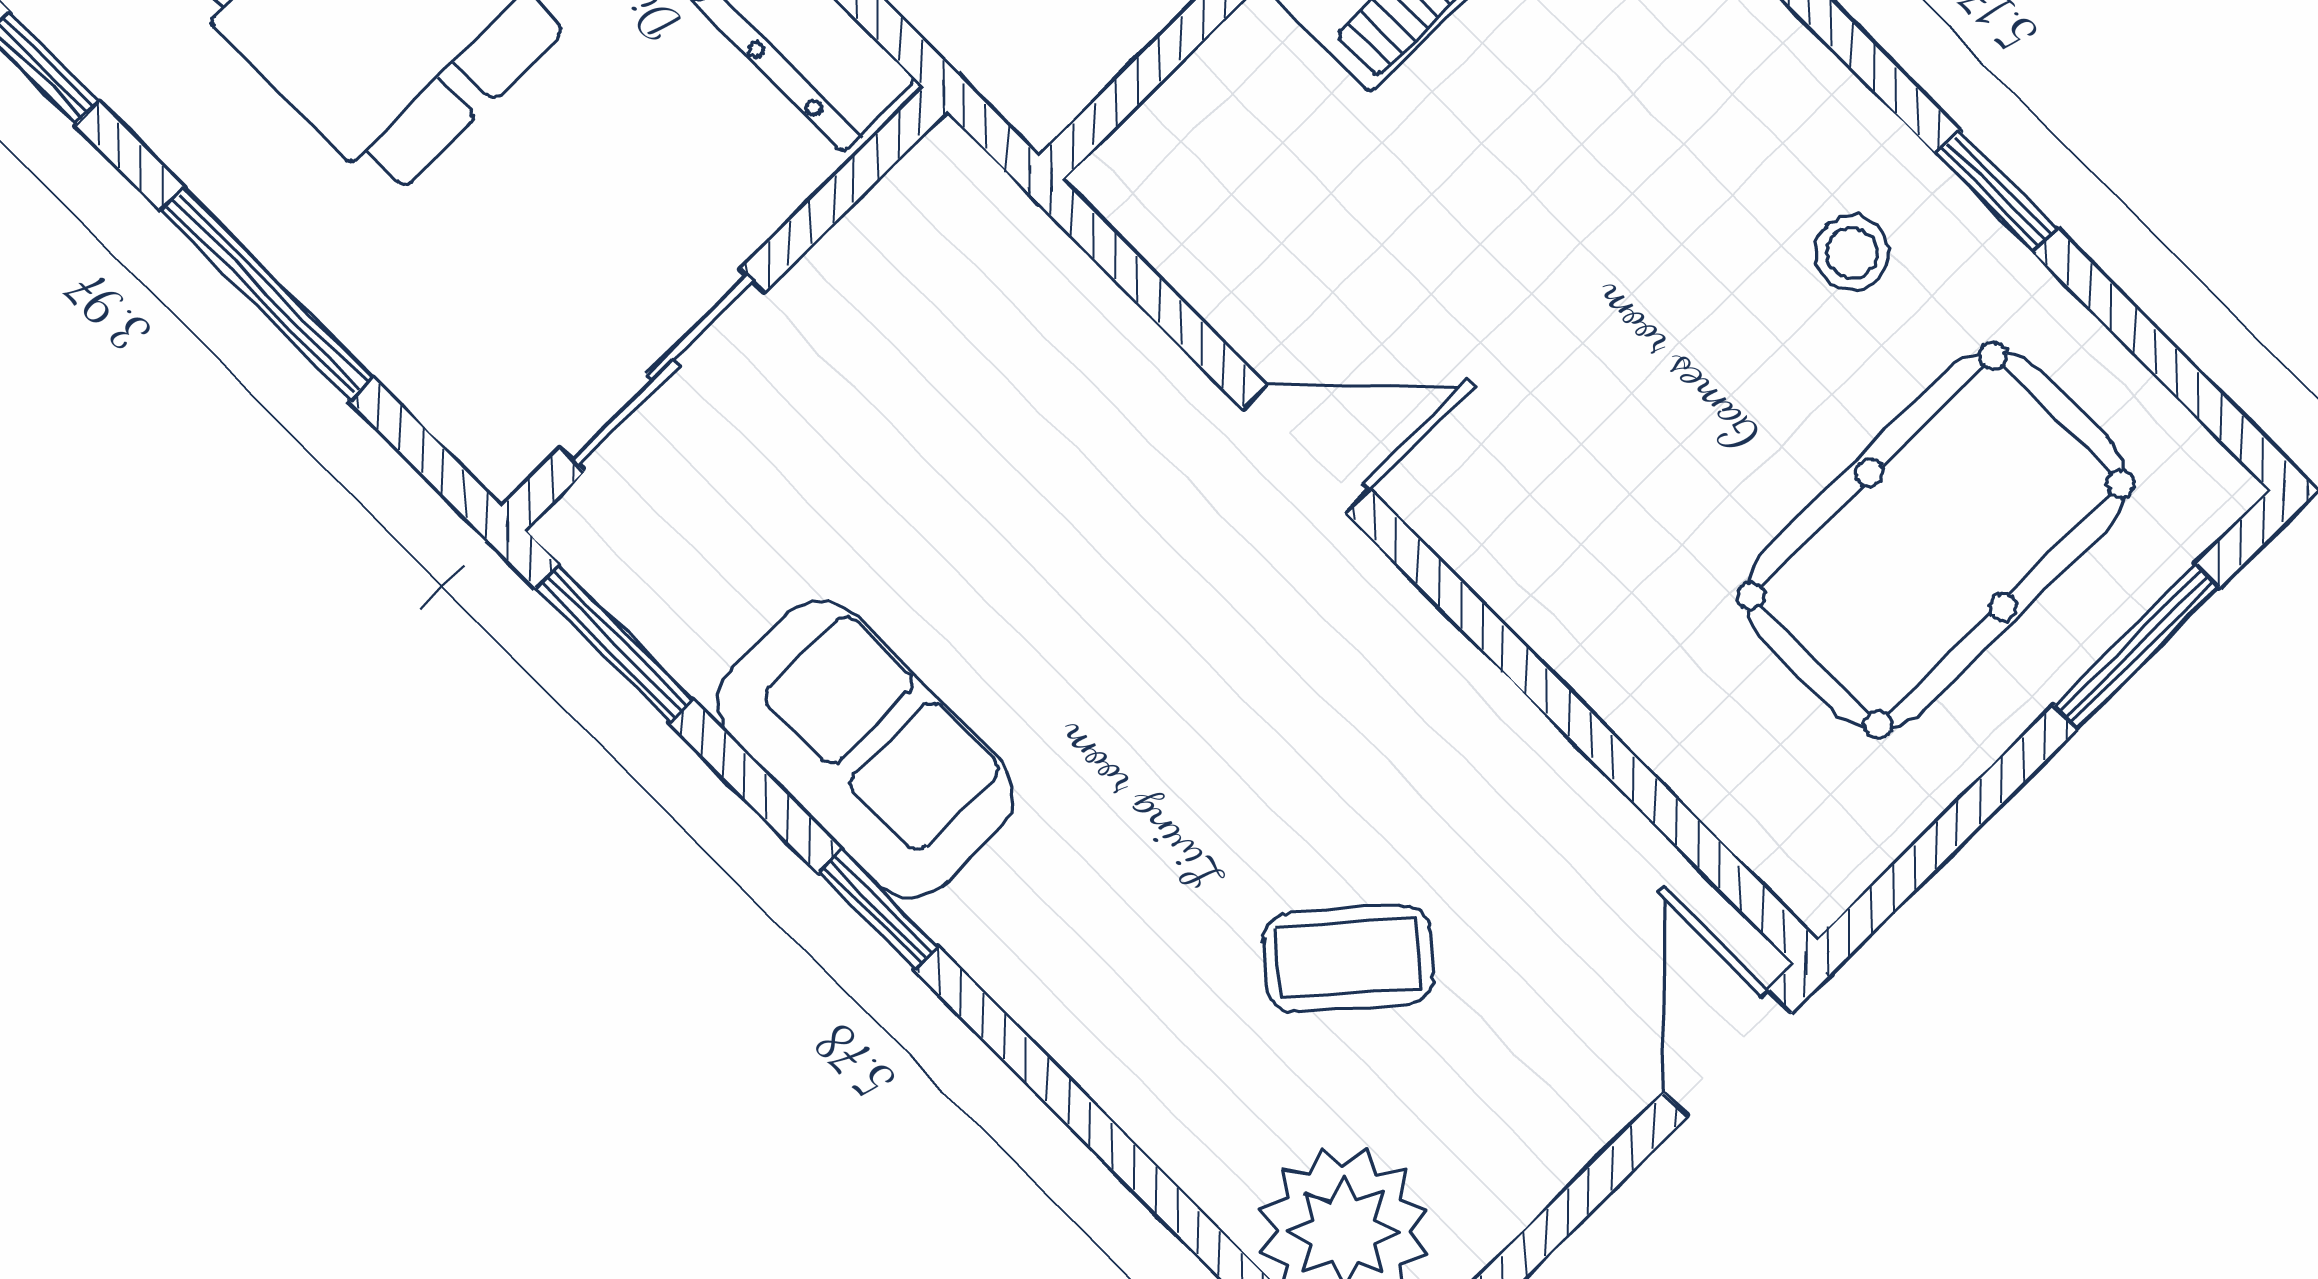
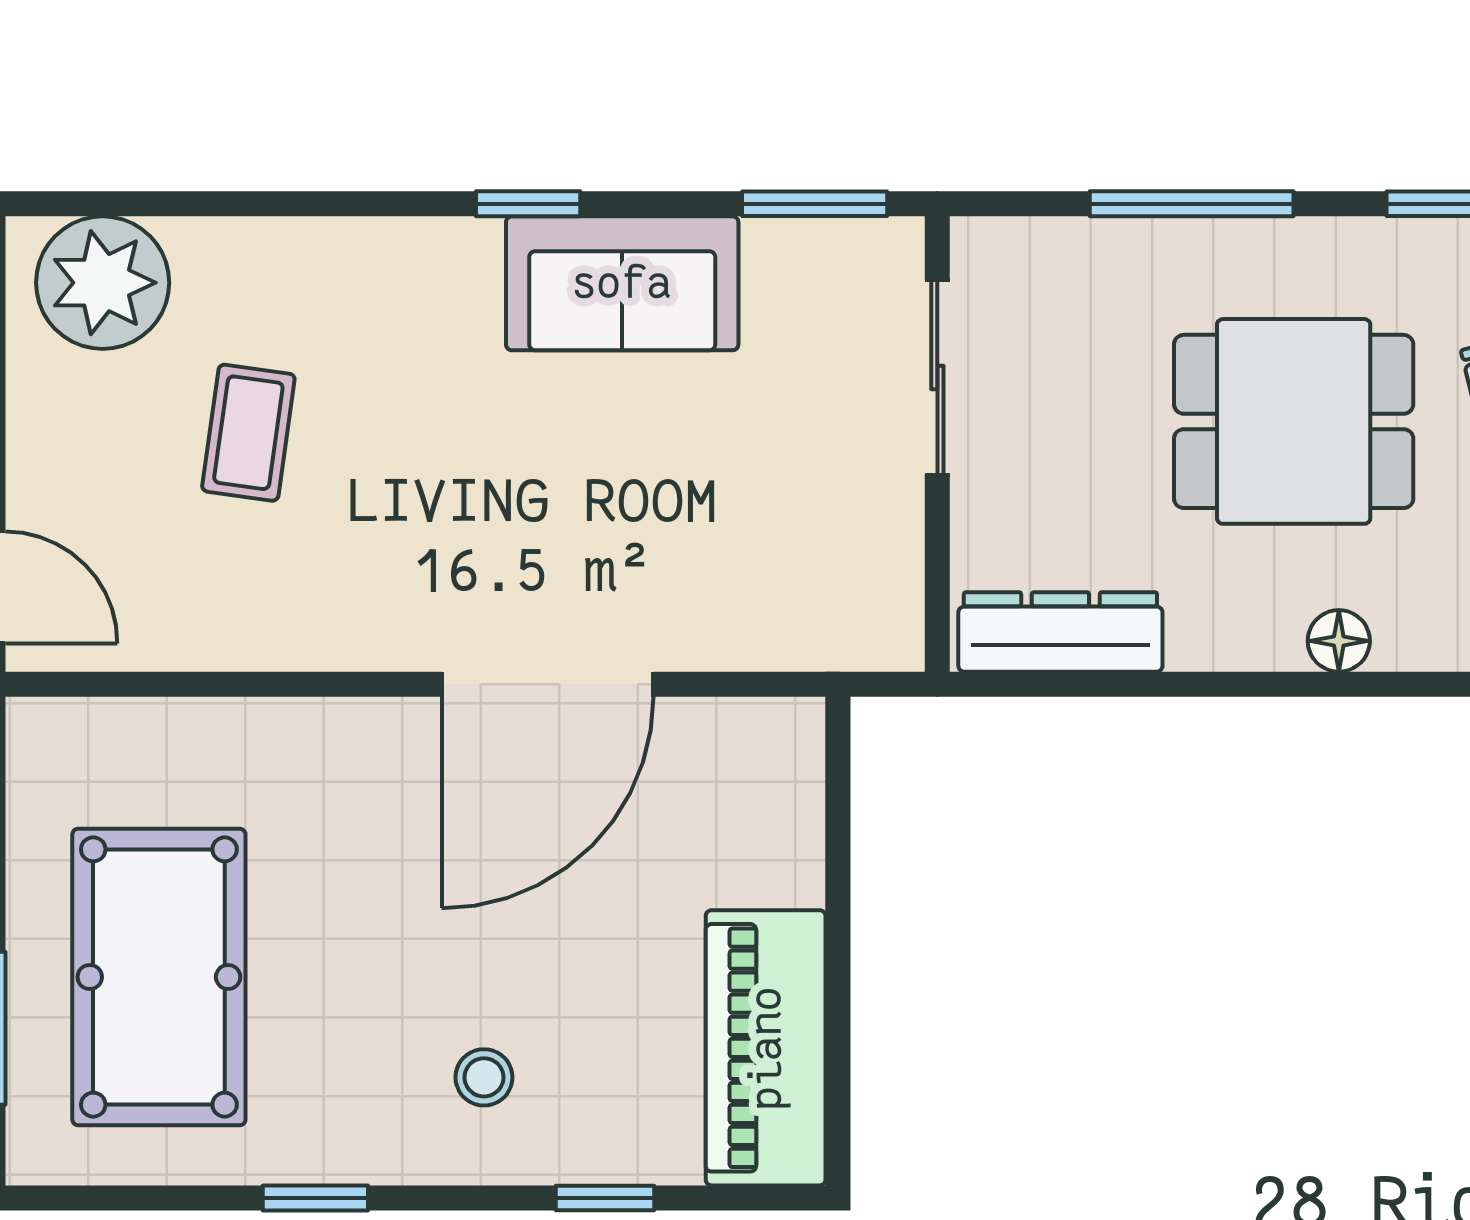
stool: (1852, 253) -> (484, 1077), moved
door: (1306, 449) -> (547, 684), width x1.88
coffee table: (1348, 958) -> (248, 433), turned -33

